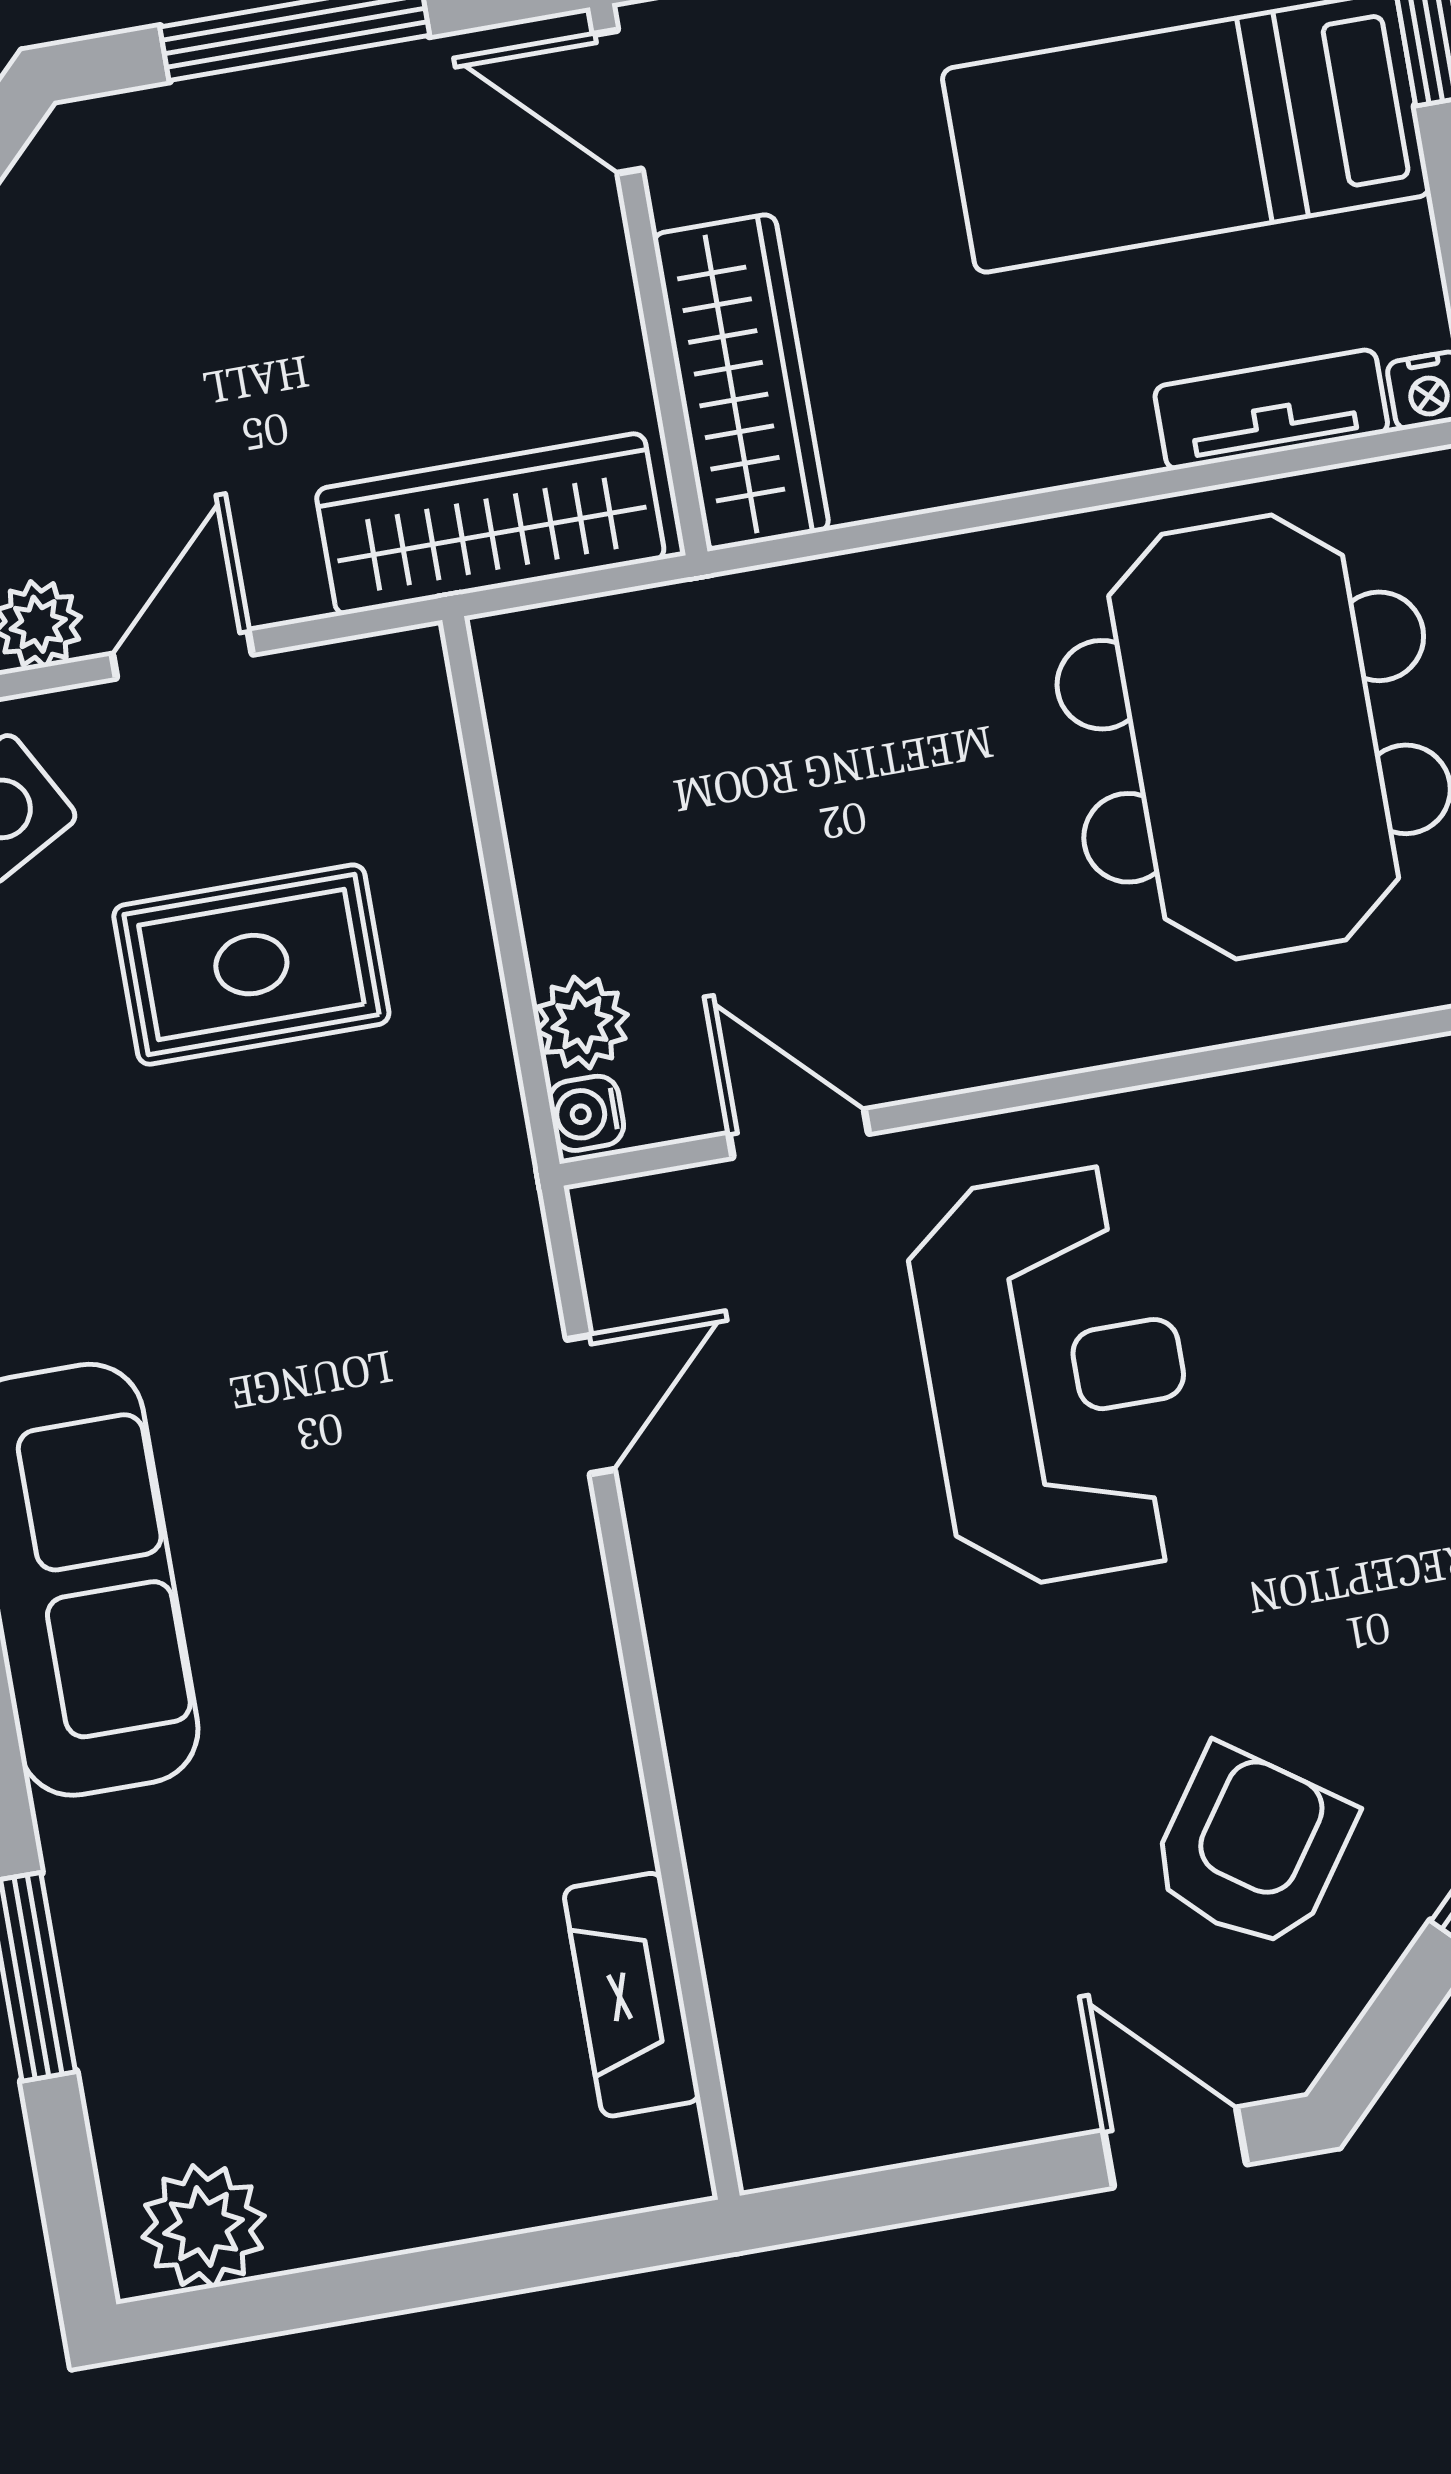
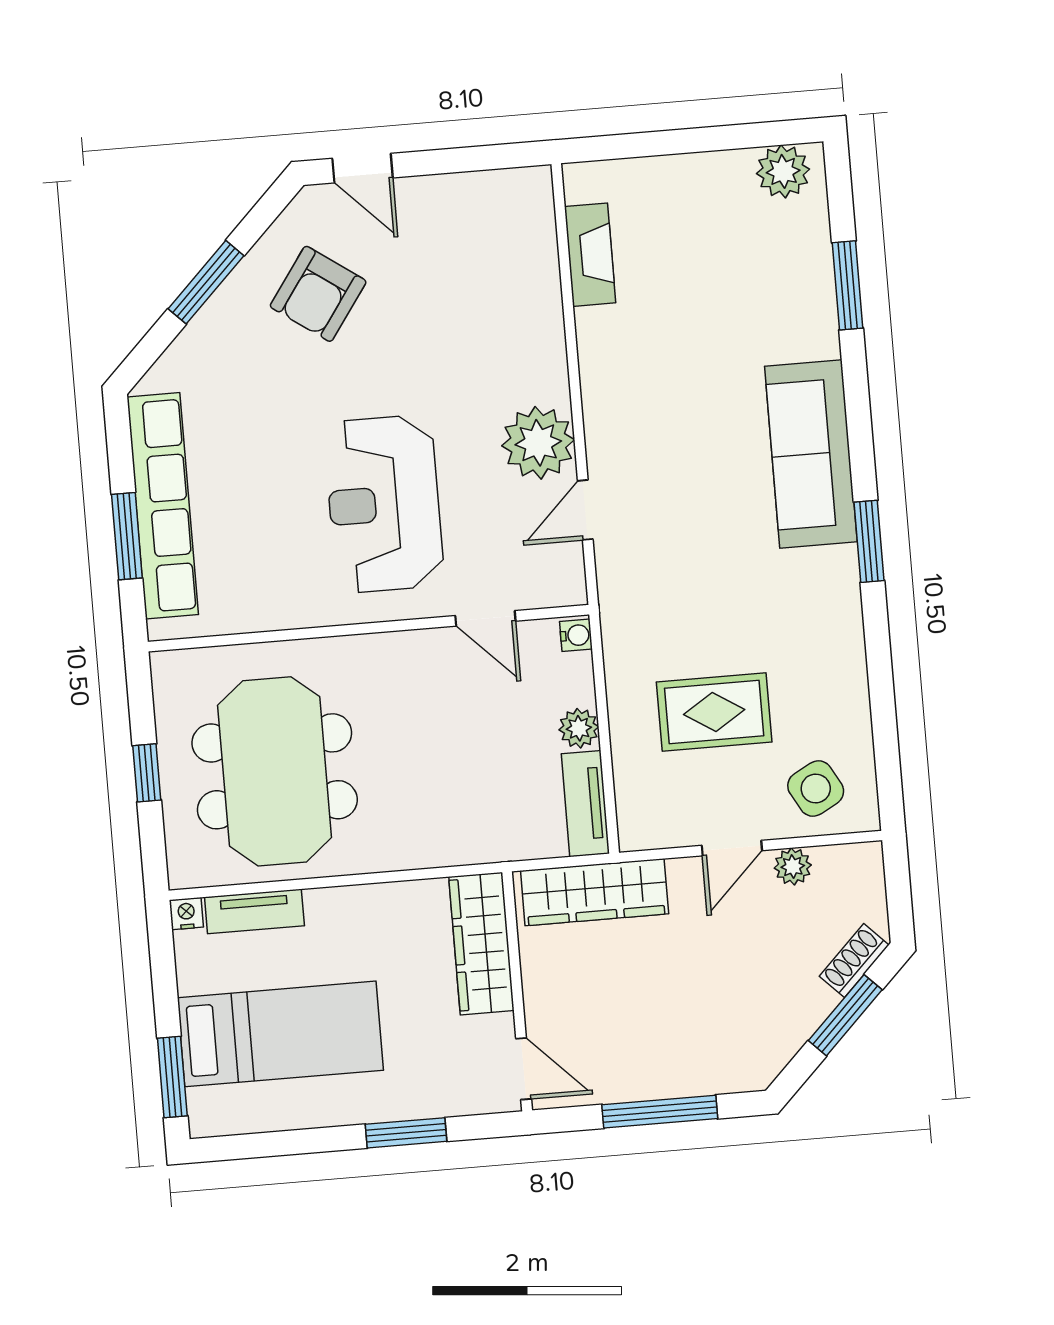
tv unit: (530, 727) -> (585, 804), added
plant: (582, 1023) -> (579, 728), moved
plant: (713, 1550) -> (538, 443), added

